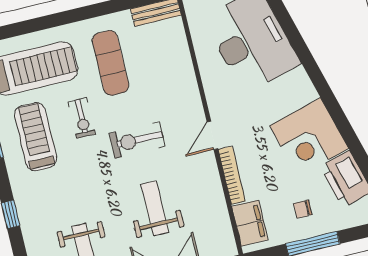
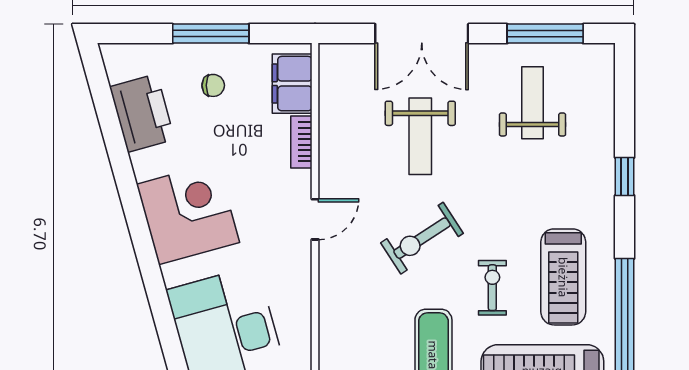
corner desk: (309, 137) -> (188, 213), moved
exercise bike: (137, 140) -> (422, 238), turned 147
bookcase: (232, 175) -> (301, 142), width x0.64

